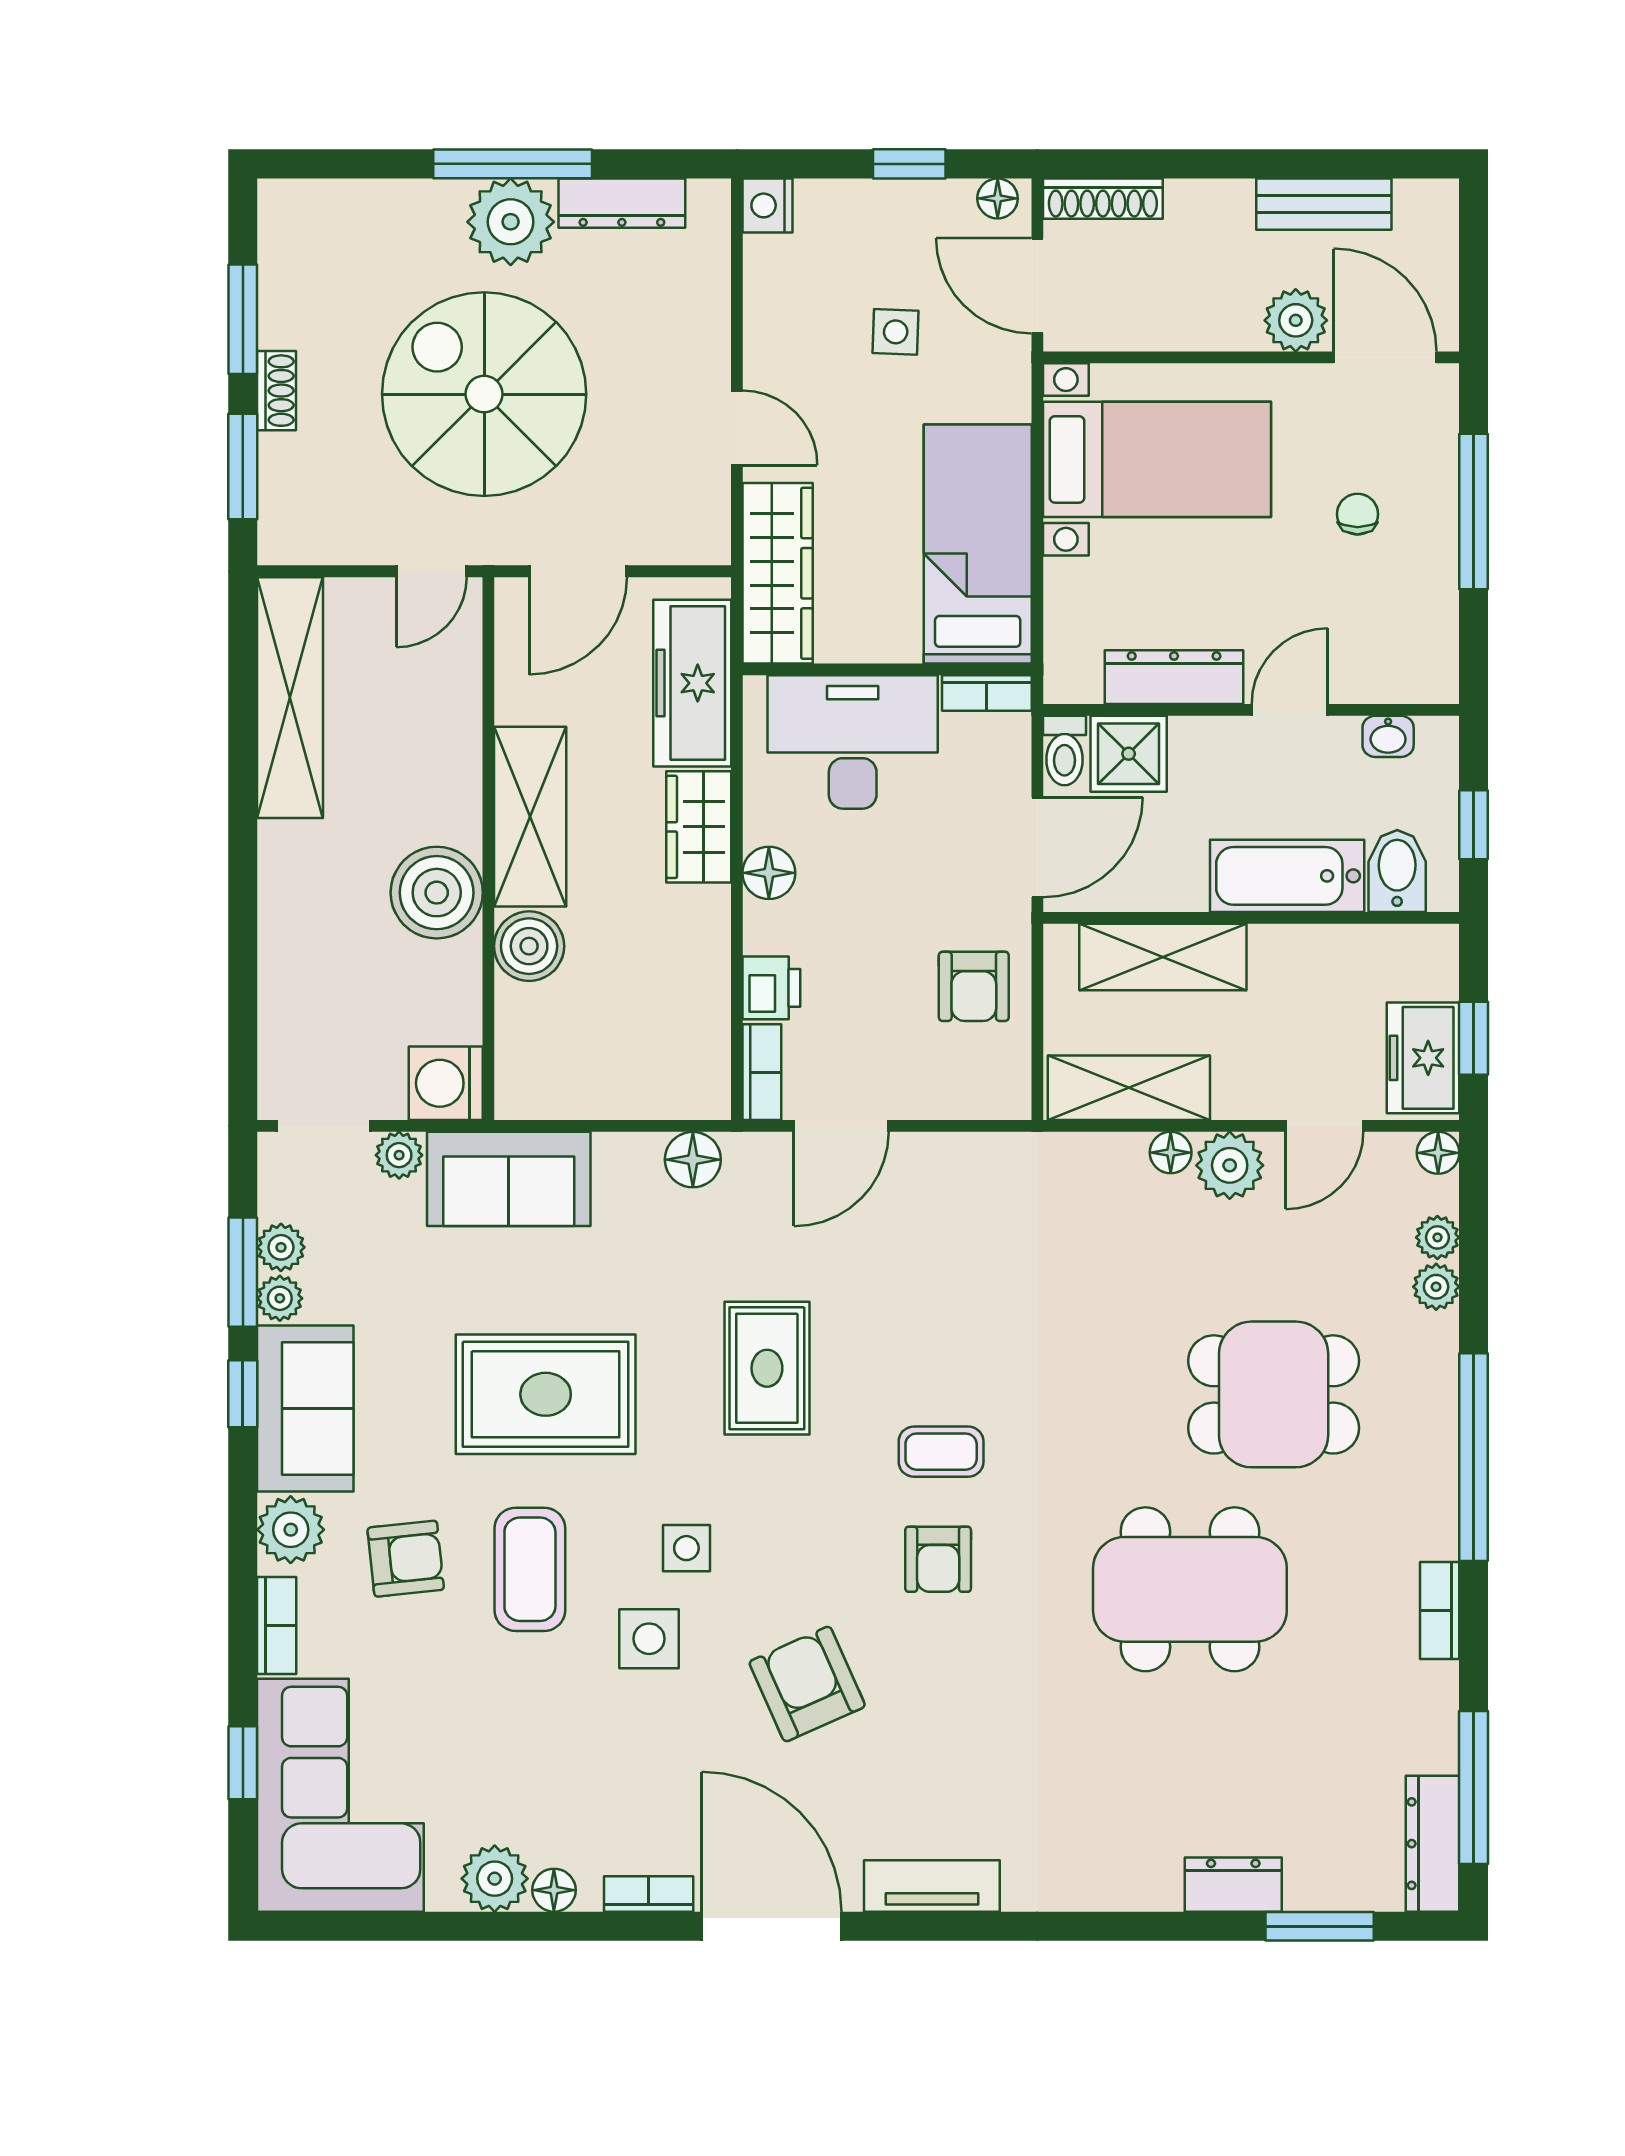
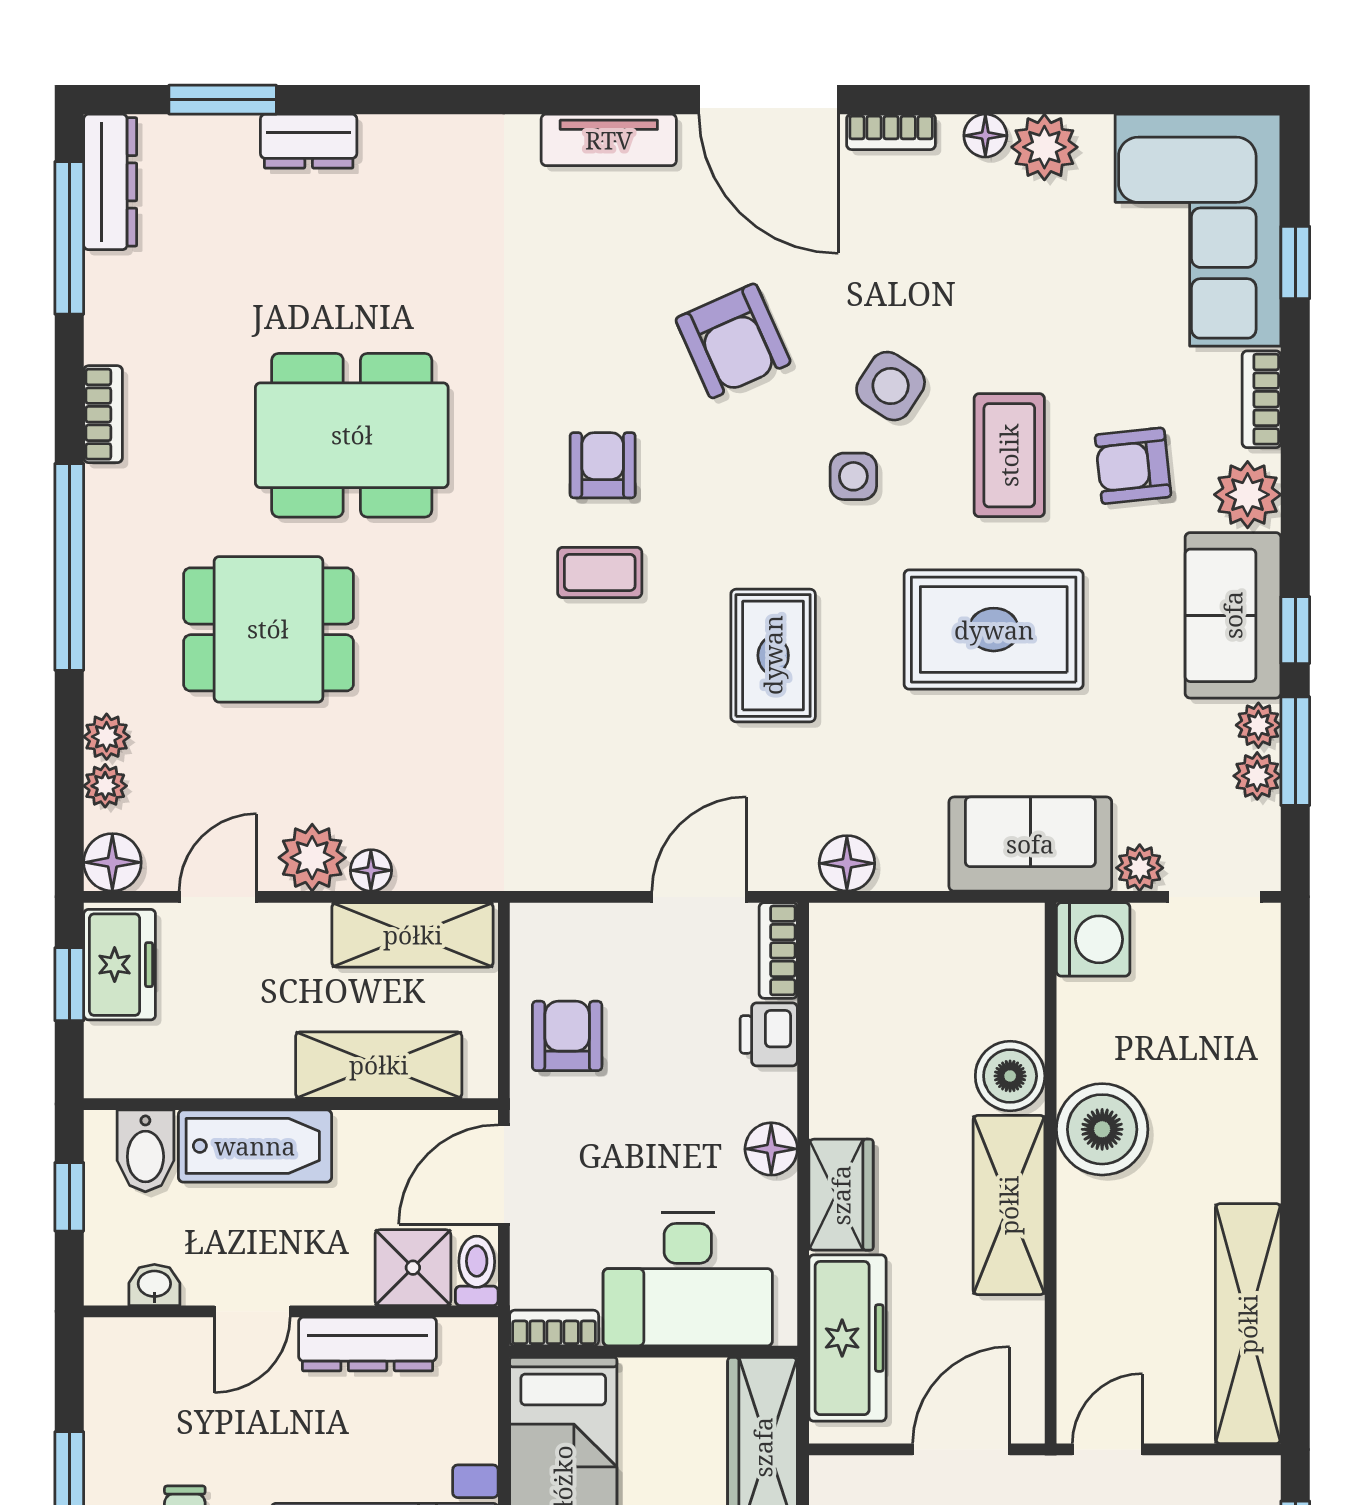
floor lamp: (1438, 1153) -> (112, 862), width x1.37, depth x1.37
side table: (649, 1639) -> (891, 386), turned 33

